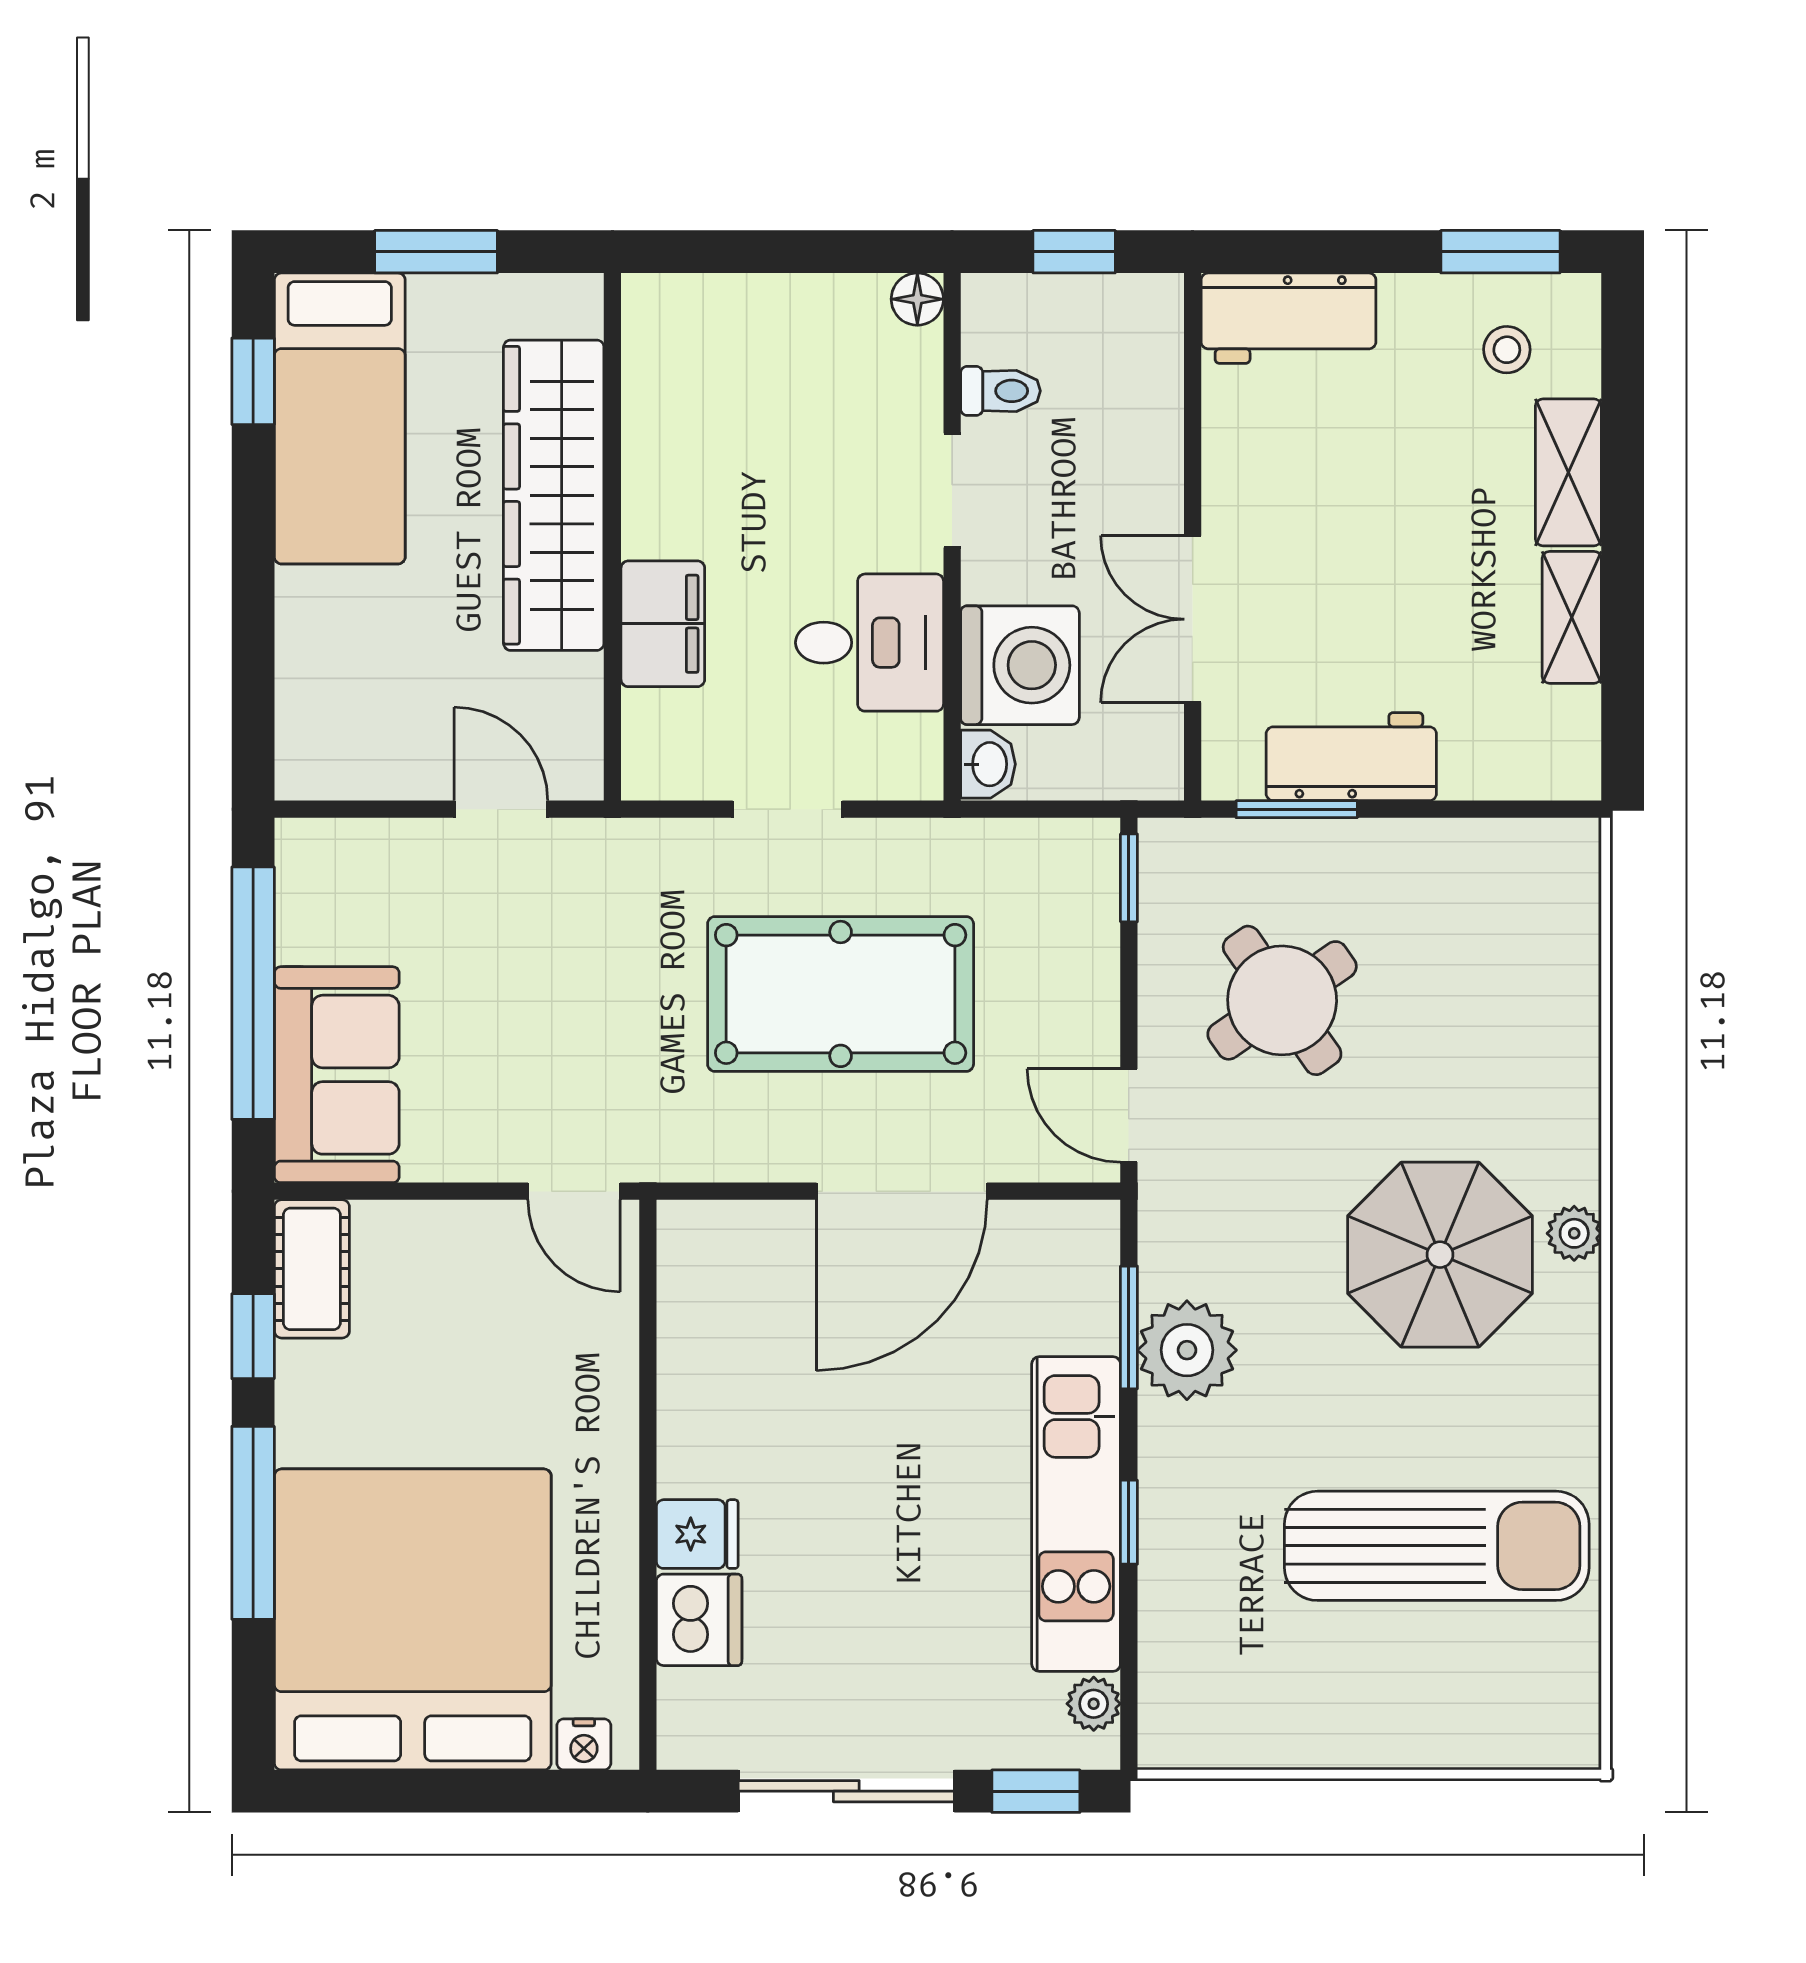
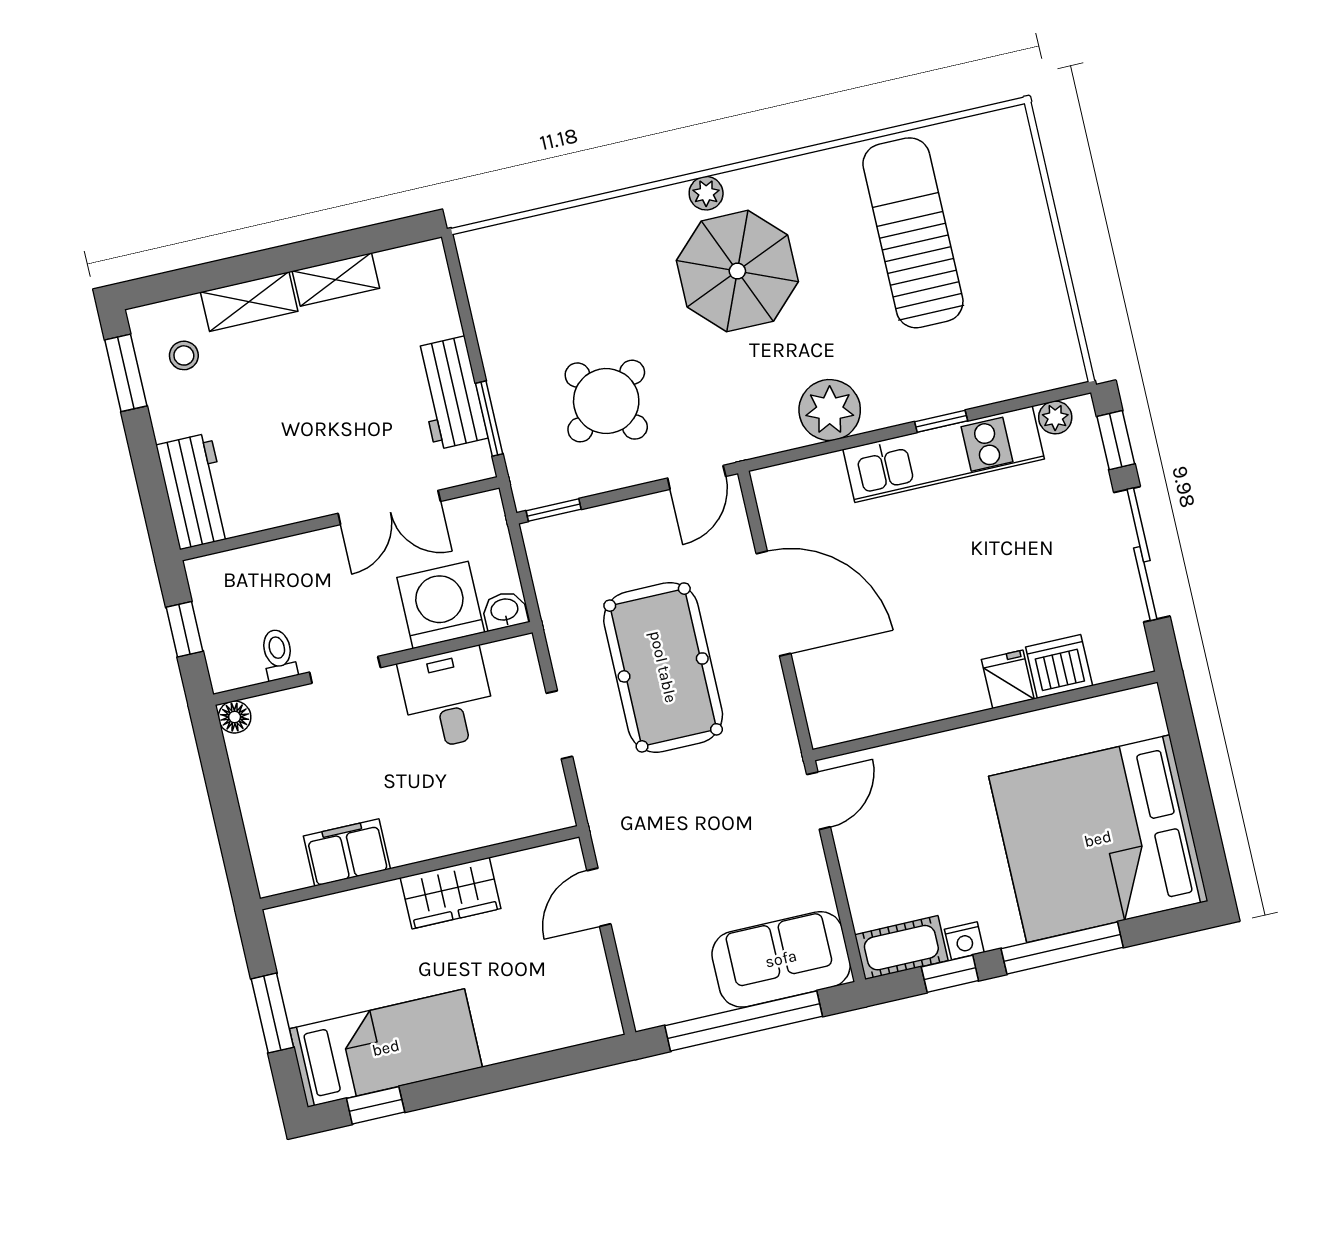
wardrobe: (554, 495) -> (451, 893), width x0.48, depth x0.85
filing cabinet: (663, 624) -> (347, 852), moved
window: (1129, 1327) -> (824, 448), removed
nightstand: (584, 1744) -> (964, 941), moved, turned 90

